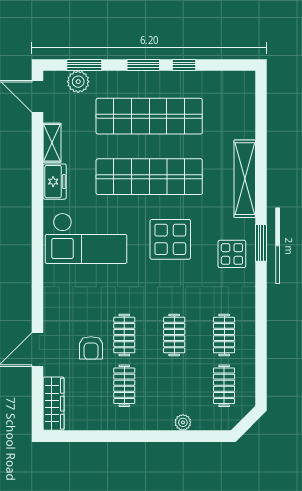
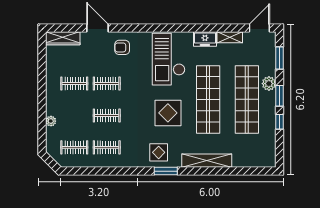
plant: (78, 82) -> (269, 84), moved
armchair: (91, 348) -> (122, 47), moved

